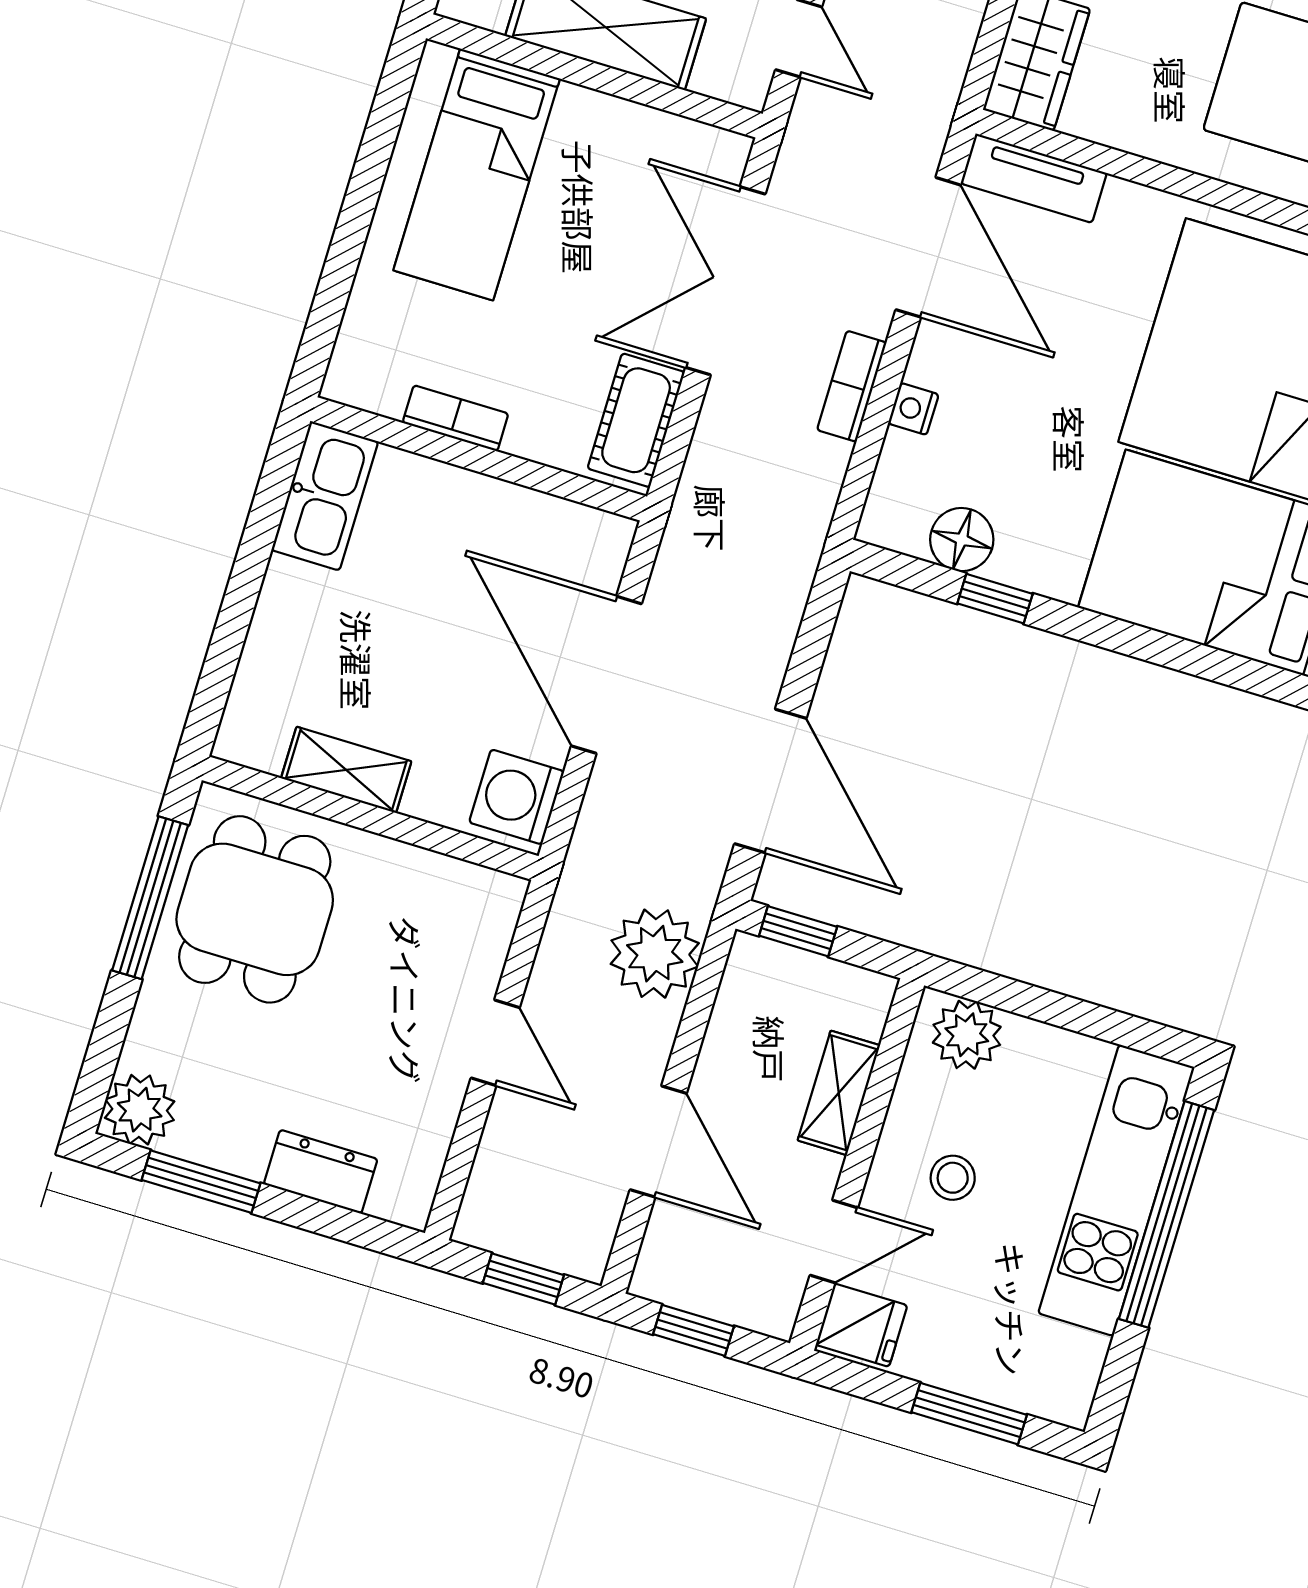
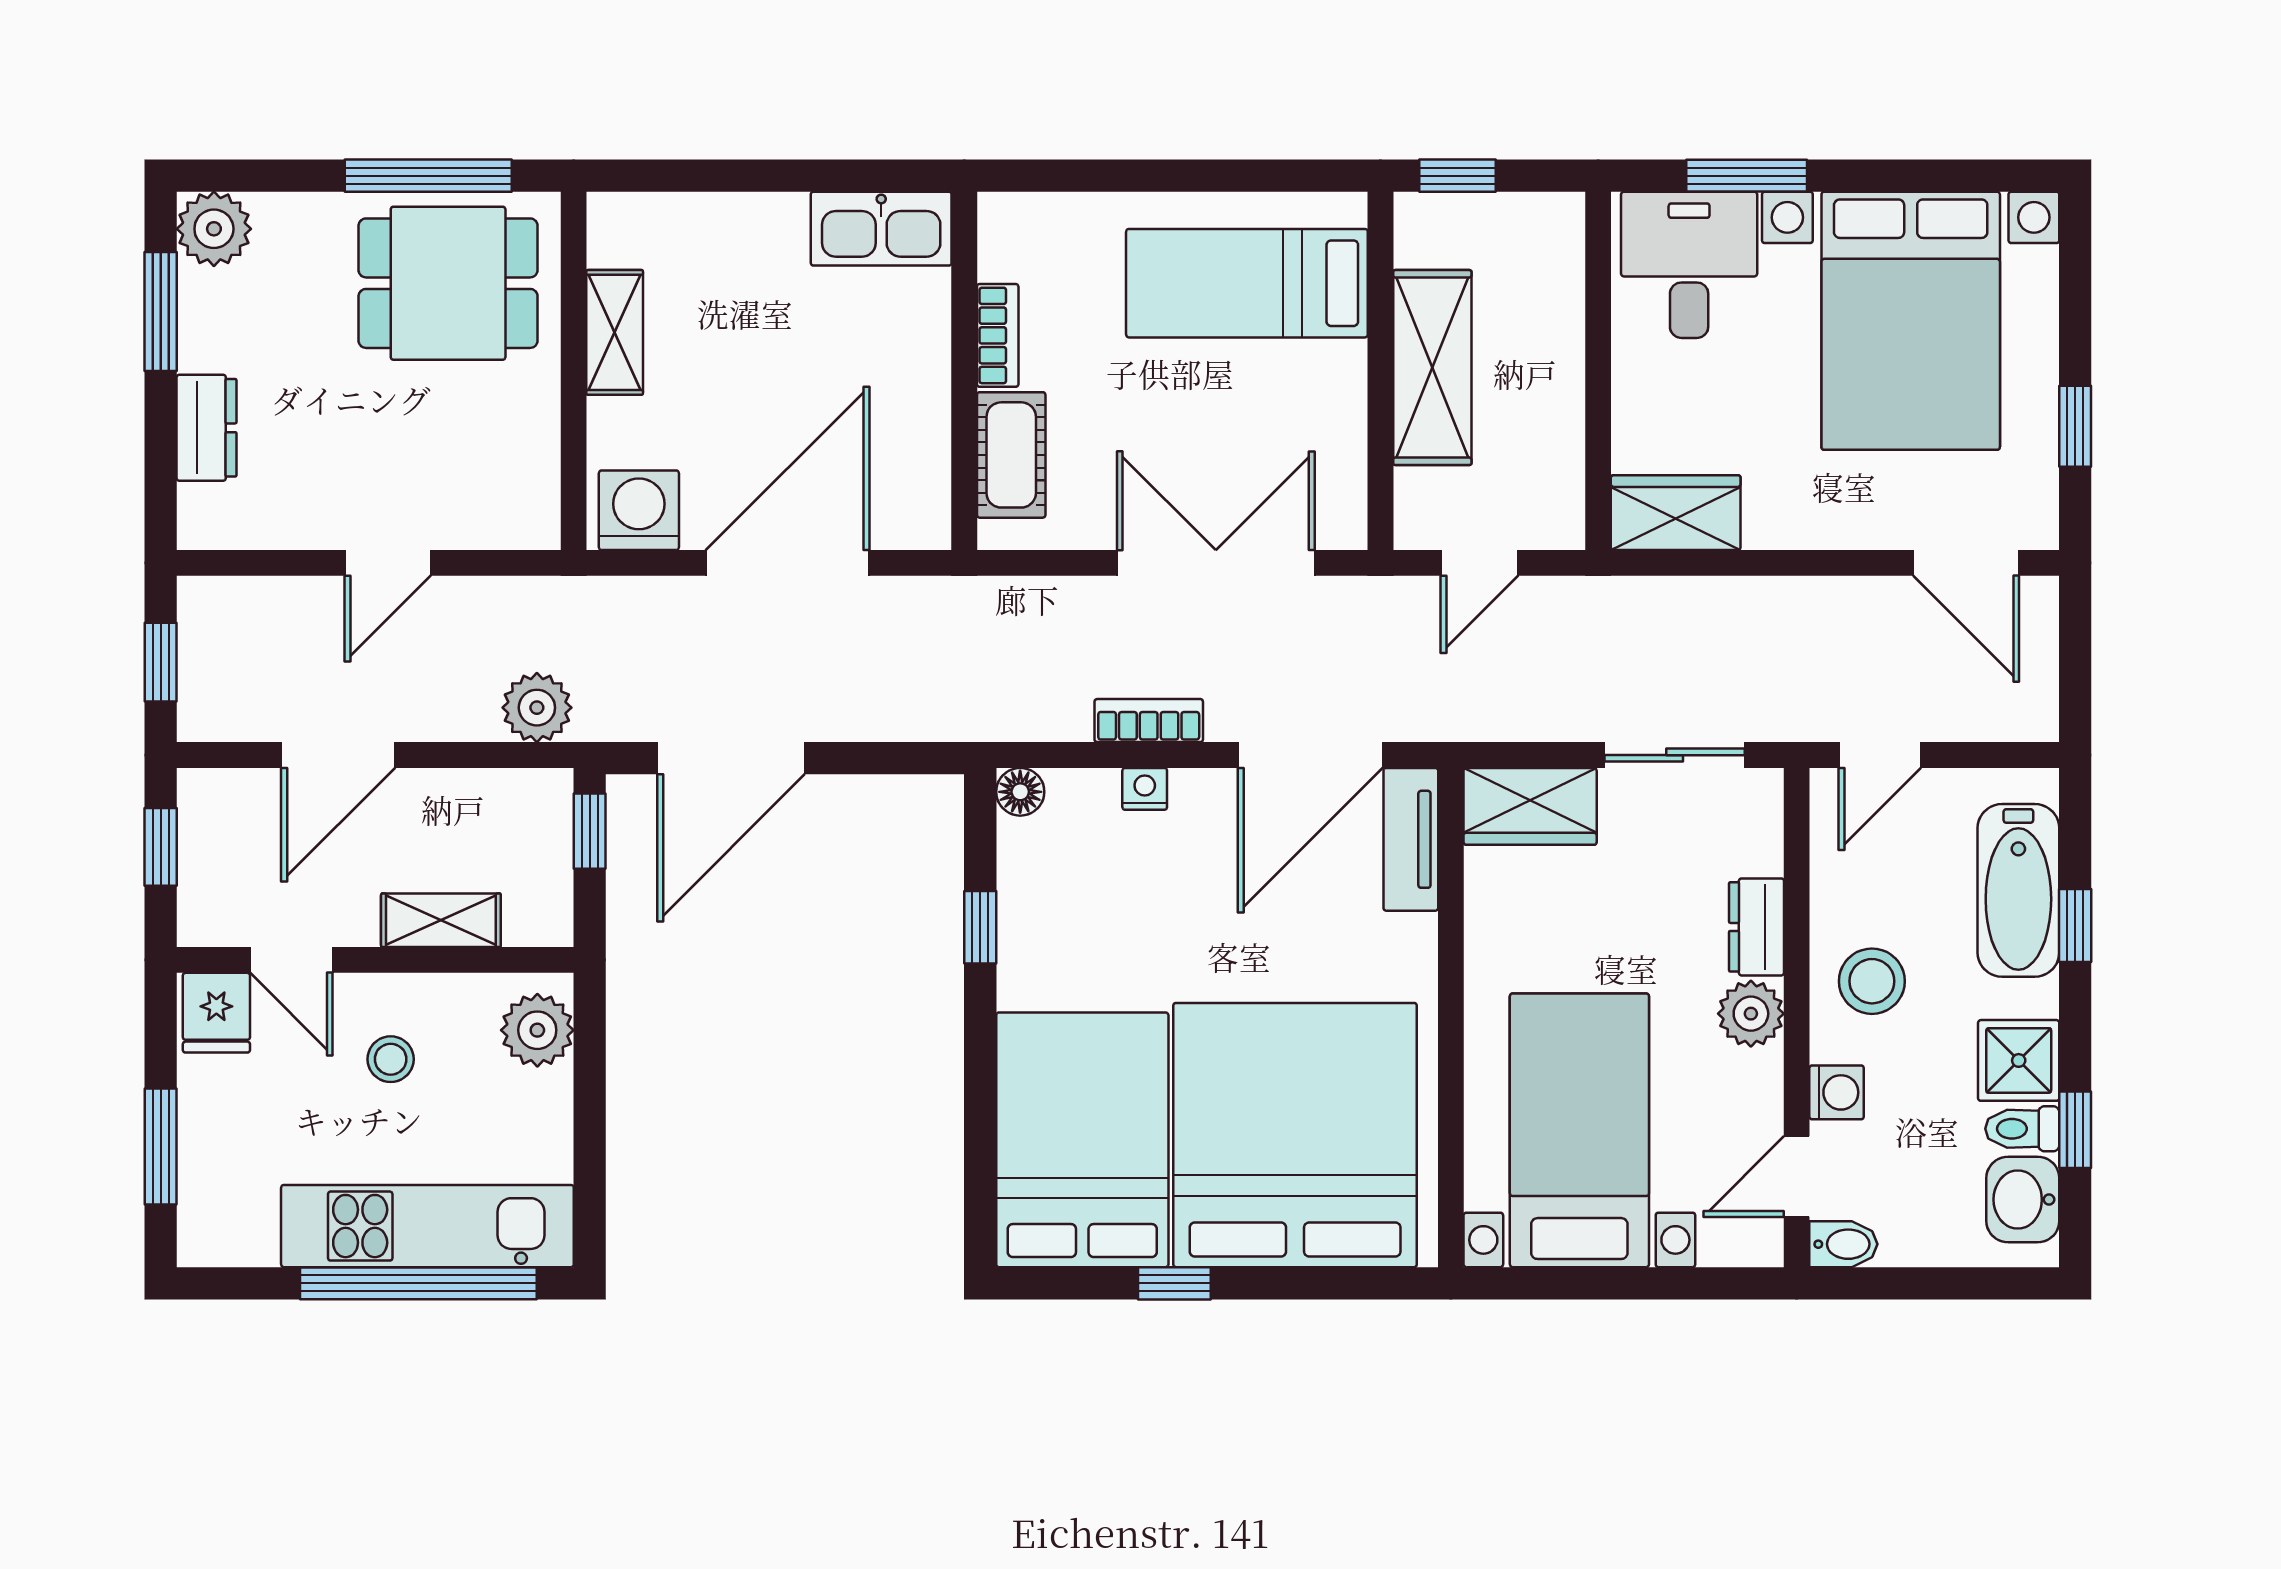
cot: (636, 420) -> (1011, 455), moved, turned 90
floor lamp: (962, 540) -> (1020, 792), moved, width x0.73, depth x0.73
plant: (655, 954) -> (537, 708), width x0.73, depth x0.73

